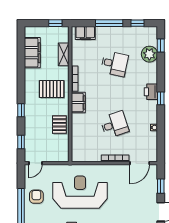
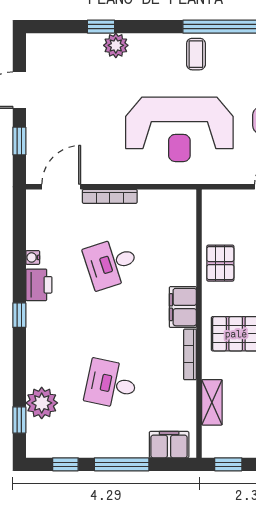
printer: (151, 92) -> (39, 285), moved

